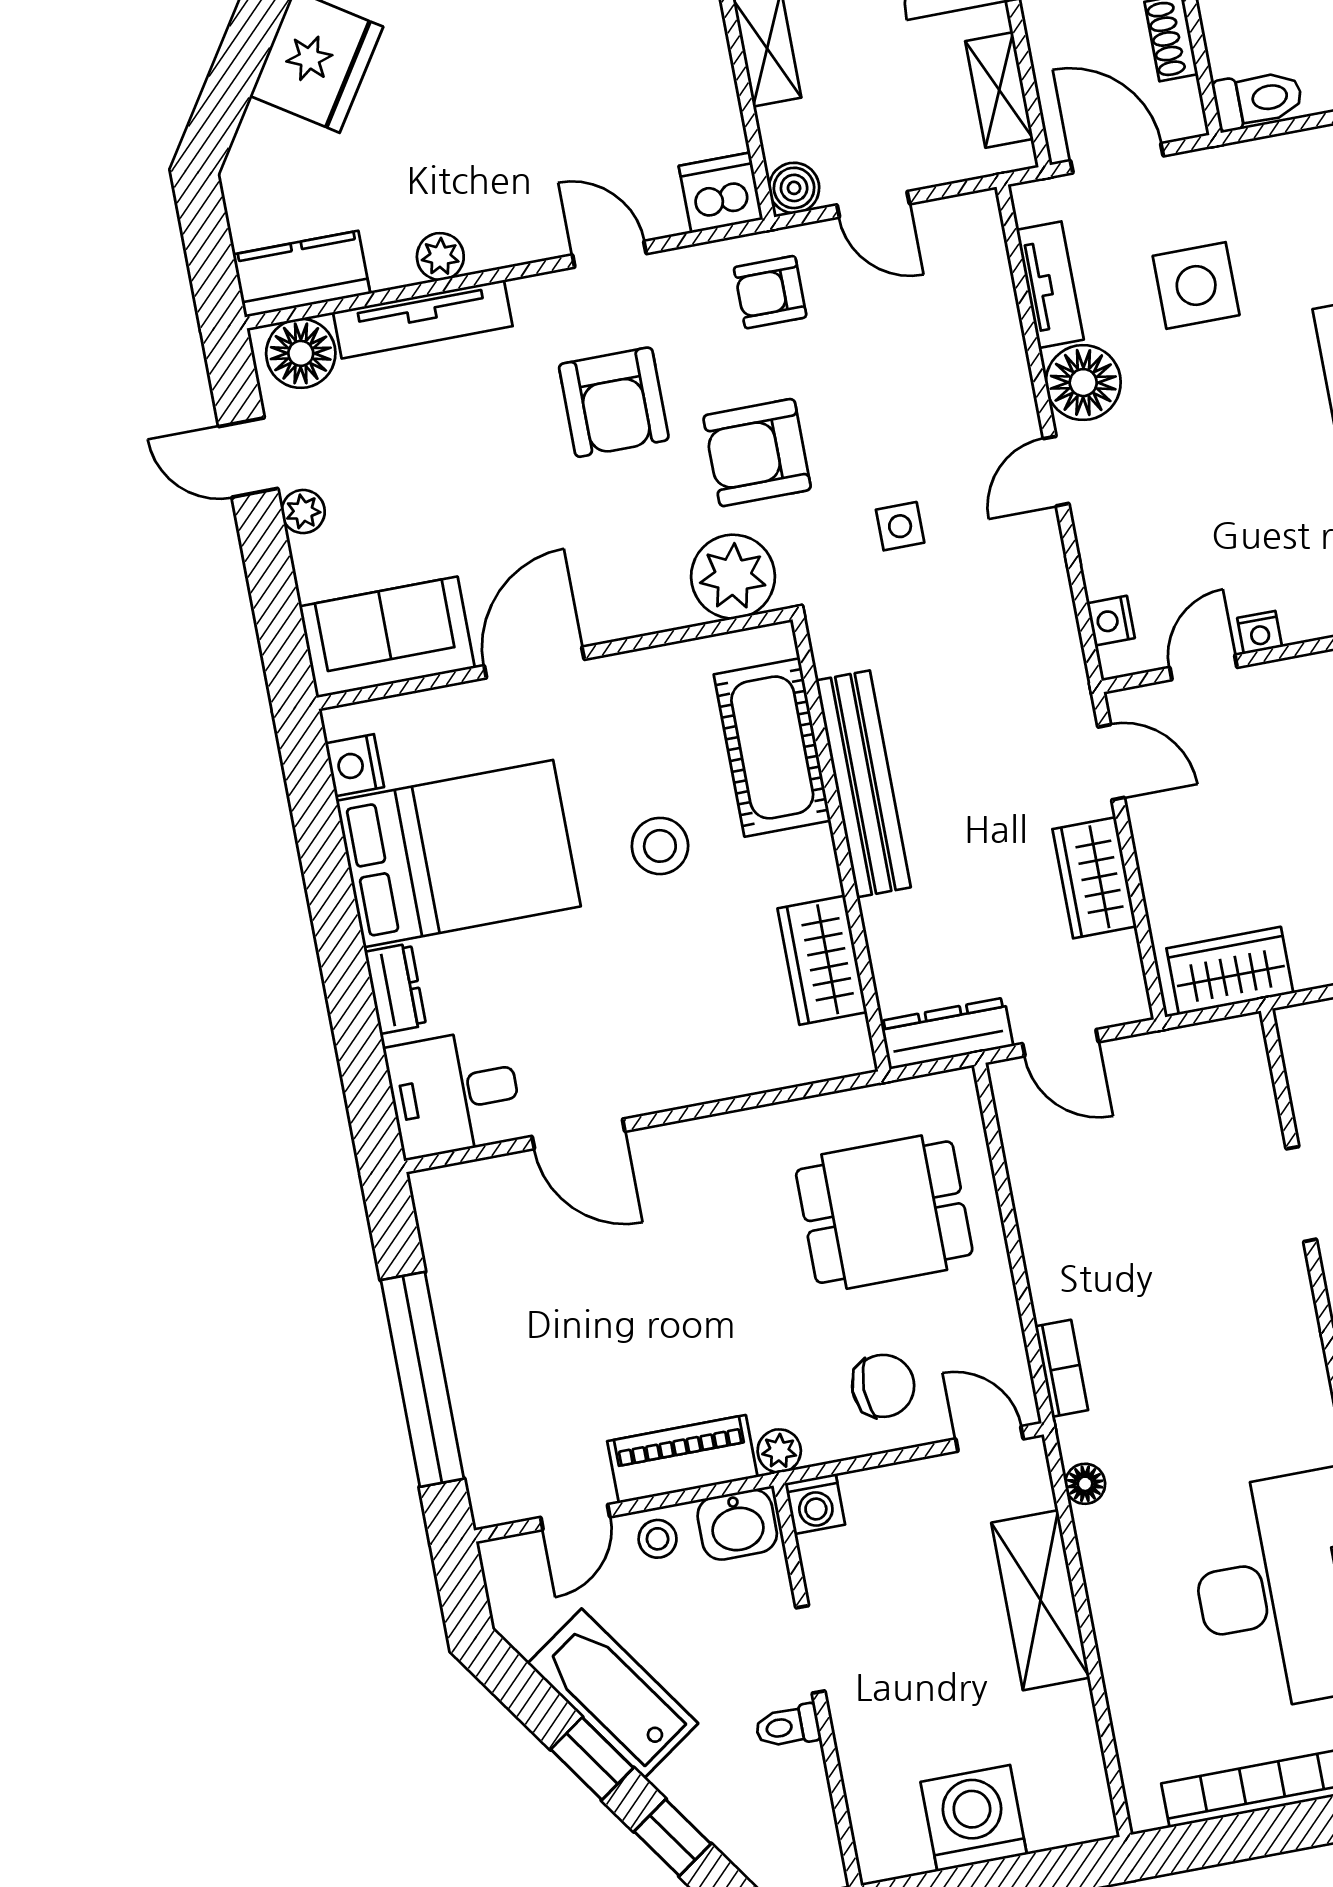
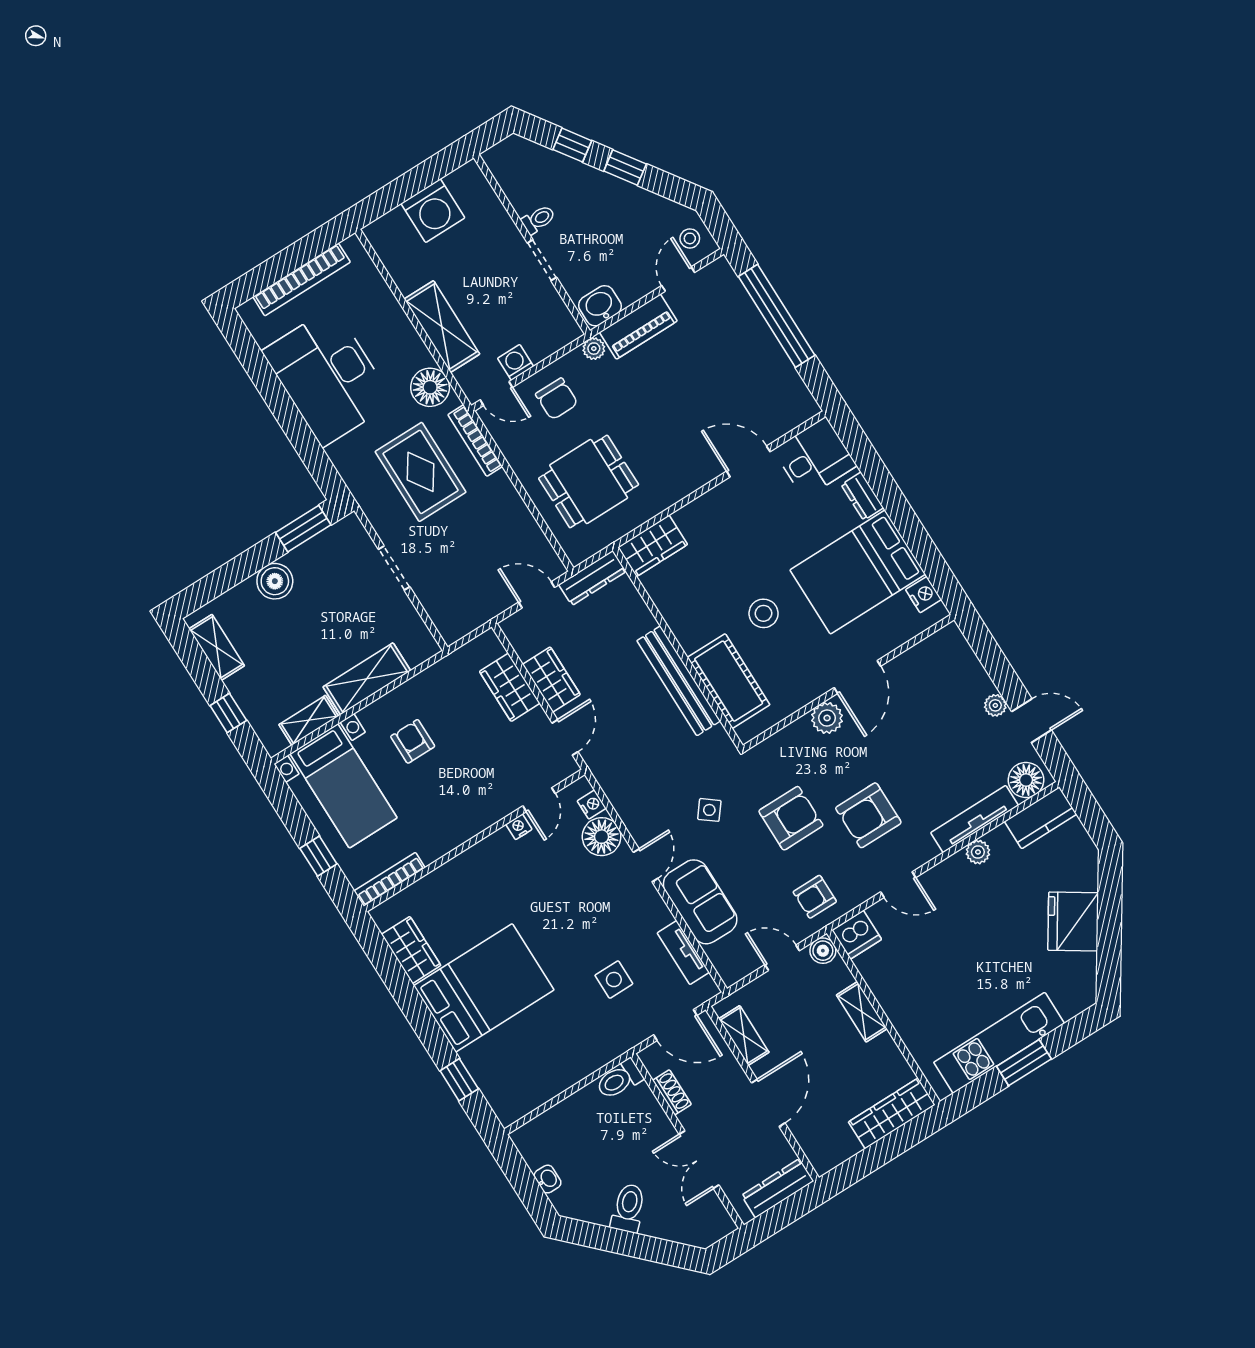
side table: (1196, 285) -> (614, 980), width x0.73, depth x0.73
armchair: (770, 292) -> (815, 897), turned 180
floor lamp: (1083, 383) -> (602, 837), moved
armchair: (614, 402) -> (868, 815), turned -90
side table: (900, 526) -> (709, 810), turned 38
plant: (733, 577) -> (827, 718), moved, width x0.73, depth x0.73
sofa: (387, 637) -> (700, 902), moved, turned -90
door: (1111, 762) -> (565, 737), swing flipped
wardrobe: (822, 960) -> (653, 546), moved, turned 90
wardrobe: (1230, 971) -> (510, 687), moved, turned 90
rug: (1184, 1350) -> (421, 472), added
bookcase: (1062, 1368) -> (475, 441), width x1.56
chair: (883, 1386) -> (557, 399), turned -90
floor lamp: (1085, 1484) -> (430, 387), width x1.89, depth x1.89
washing machine: (815, 1504) -> (516, 362), moved
stool: (658, 1539) -> (690, 238), moved
bathtub: (613, 1693) -> (627, 202), removed

